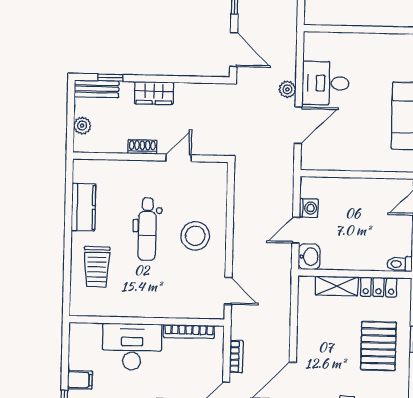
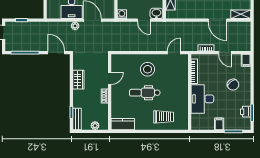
door: (234, 50) -> (56, 53), hinge flipped
wardrobe: (154, 93) -> (78, 80), moved
door: (179, 158) -> (110, 78), swing flipped
kitchen counter: (83, 207) -> (123, 124), moved
washing machine: (309, 208) -> (122, 14), moved
dental chair: (147, 229) -> (145, 93), turned 180

